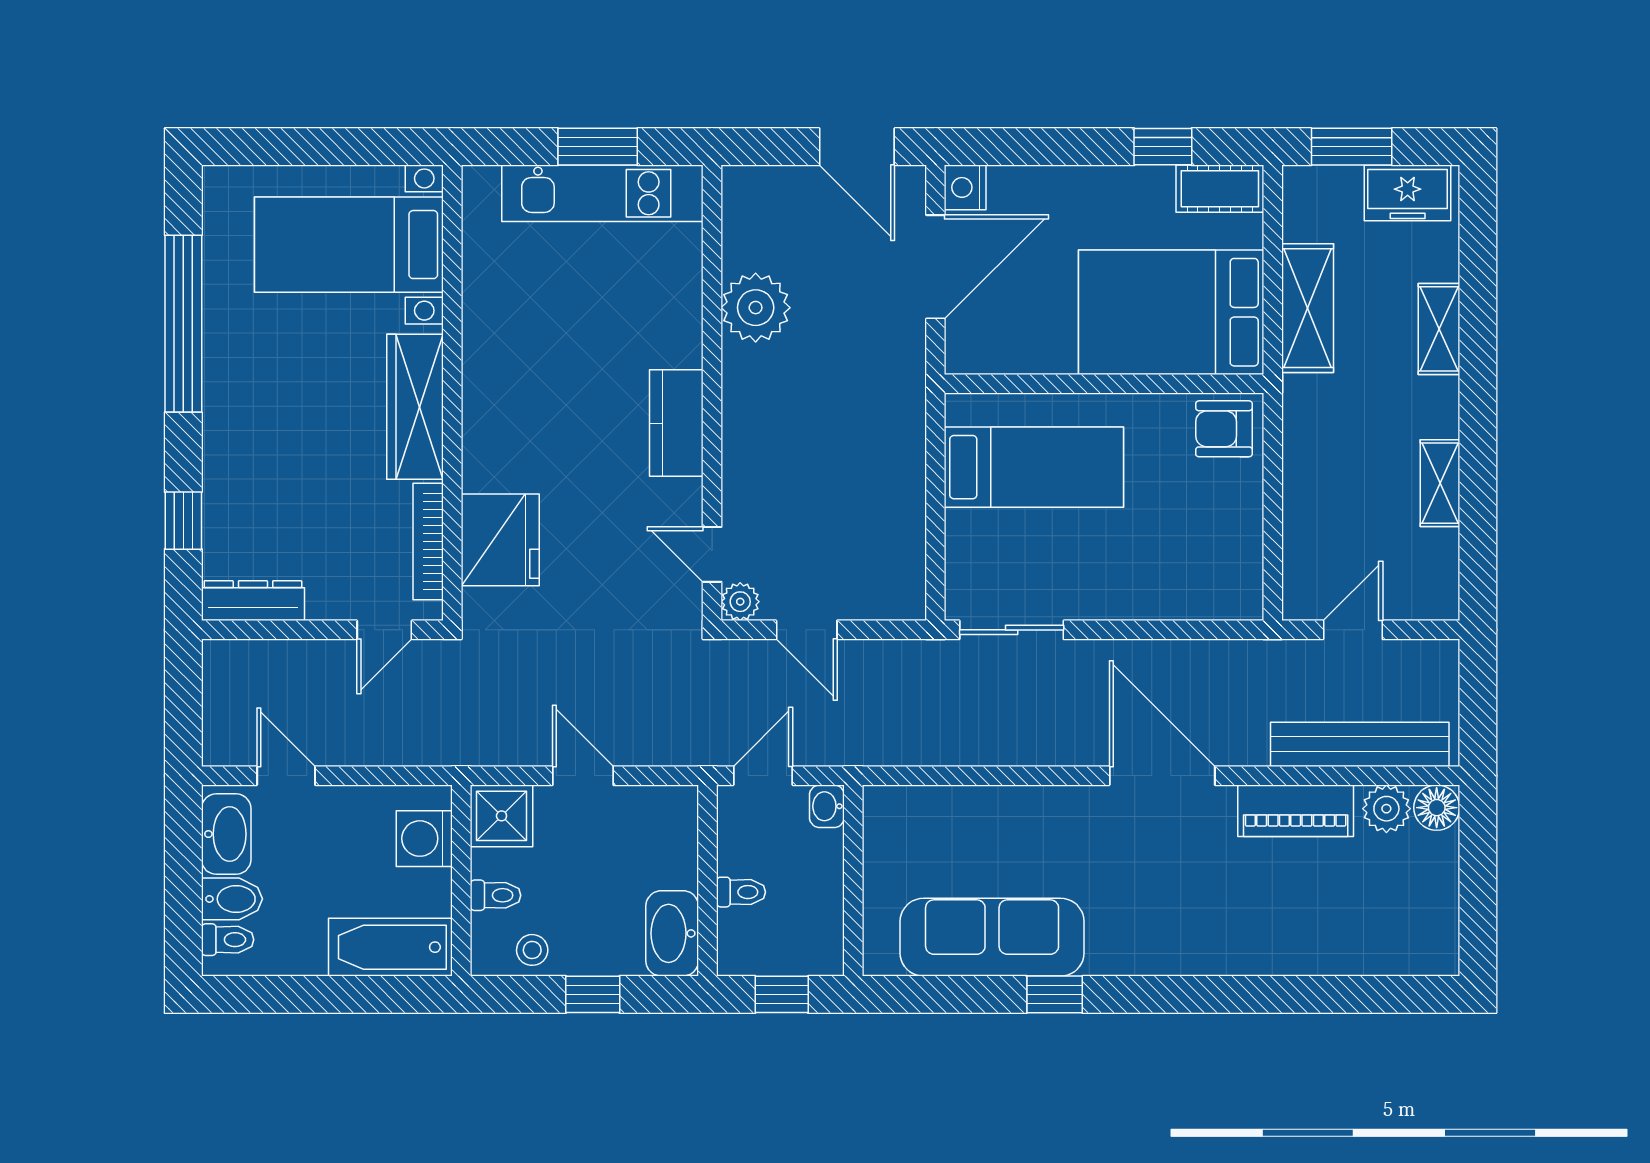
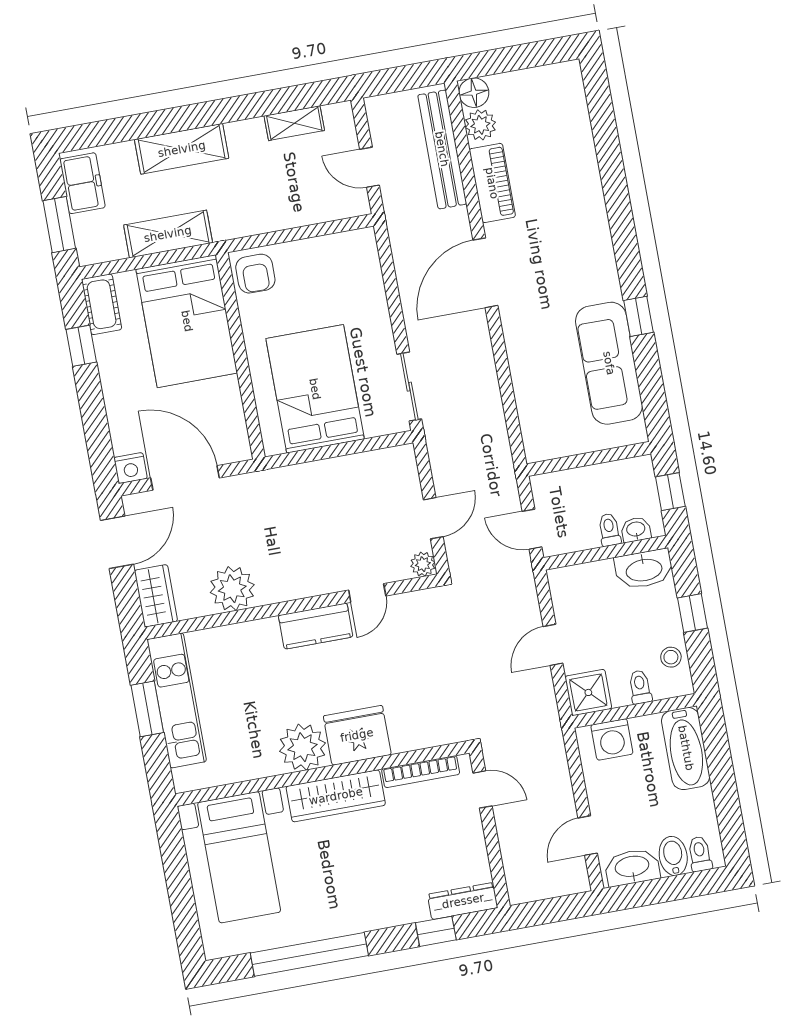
wardrobe: (766, 191) -> (156, 596), added
shelving: (1439, 329) -> (182, 149), width x1.50, depth x1.33
plant: (497, 370) -> (303, 747), added
bed: (1034, 467) -> (315, 389), width x1.50
shelving: (1440, 483) -> (294, 123), moved
fridge: (500, 540) -> (357, 735), moved
door: (712, 554) -> (367, 593), moved
dresser: (253, 601) -> (463, 901), moved, turned 90
washbasin: (827, 806) -> (636, 530), moved, turned 180

